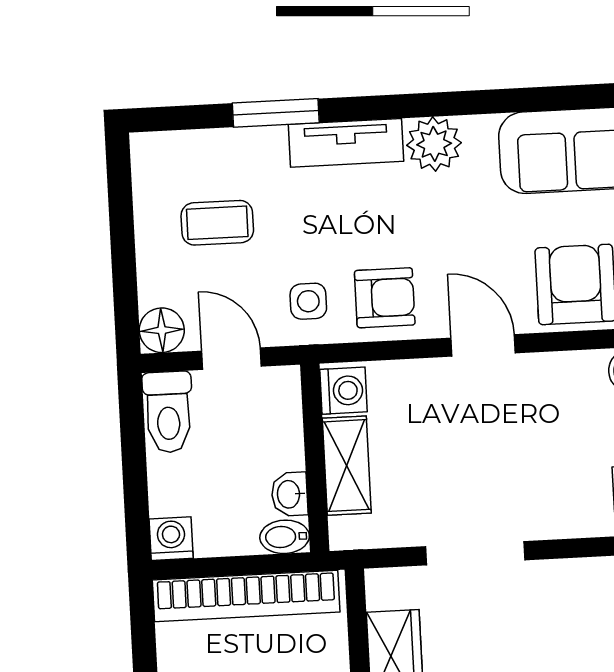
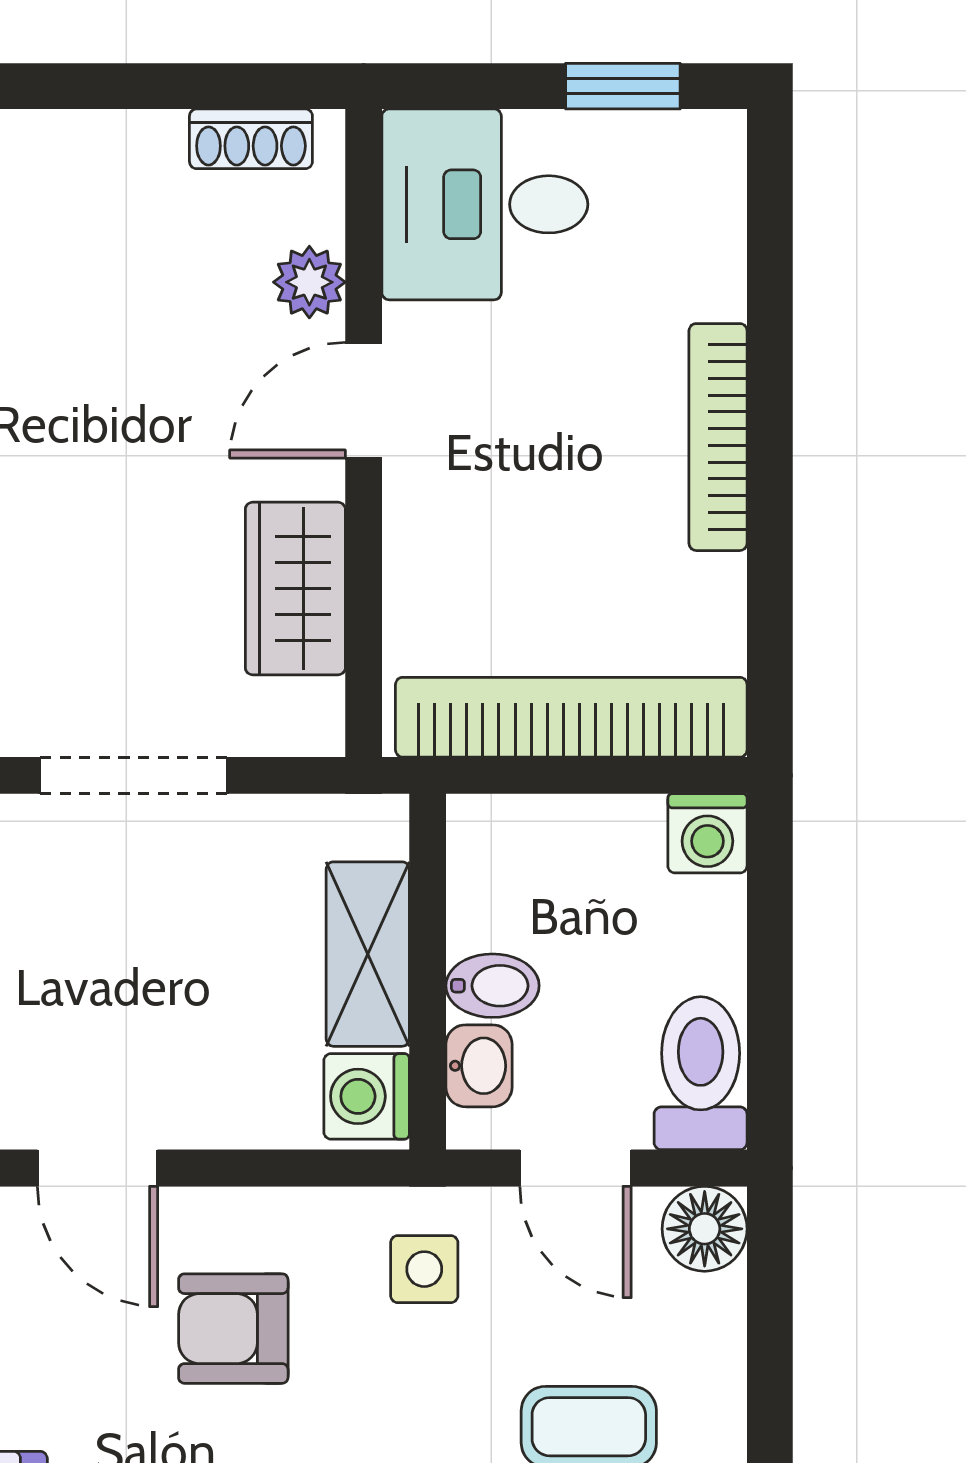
armchair: (385, 298) -> (233, 1329), moved
washbasin: (290, 494) -> (479, 1066), moved
bidet: (285, 537) -> (493, 986), moved

